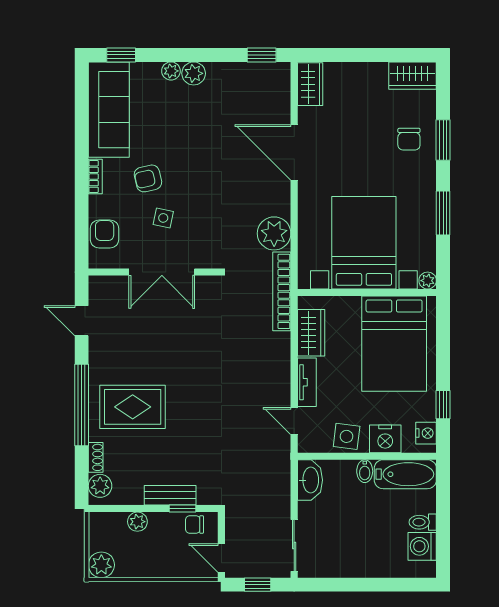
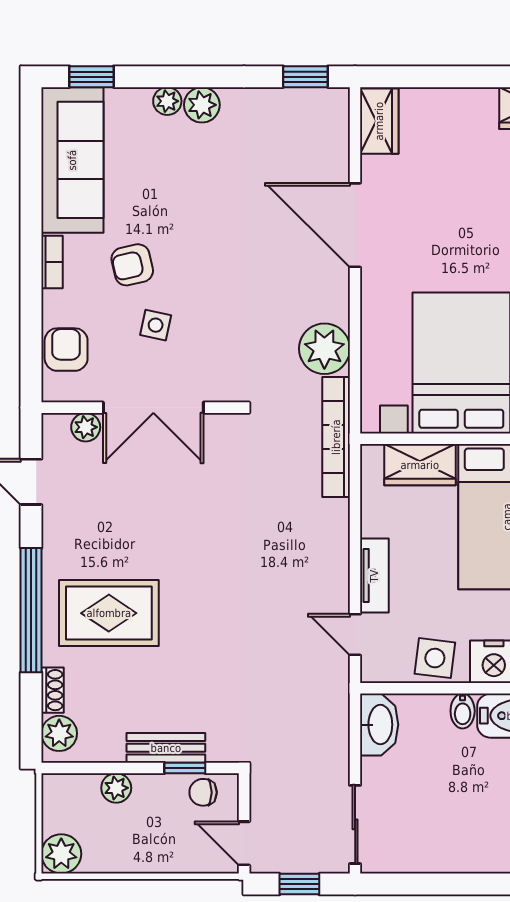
plant: (117, 285) -> (86, 427), added
wardrobe: (311, 333) -> (420, 465), moved, turned 90

